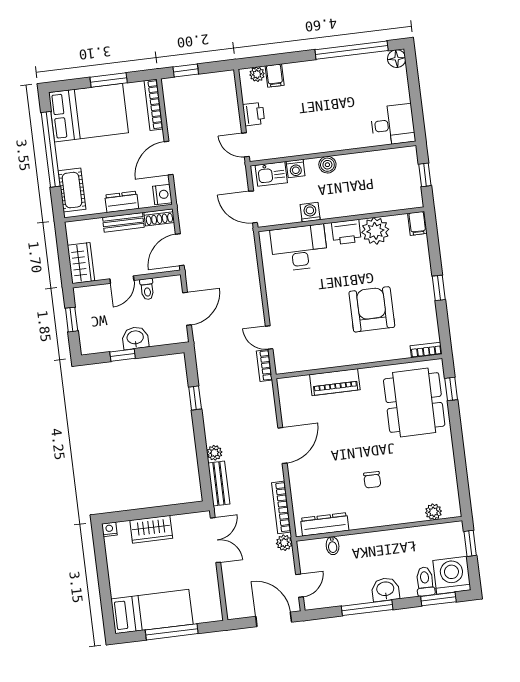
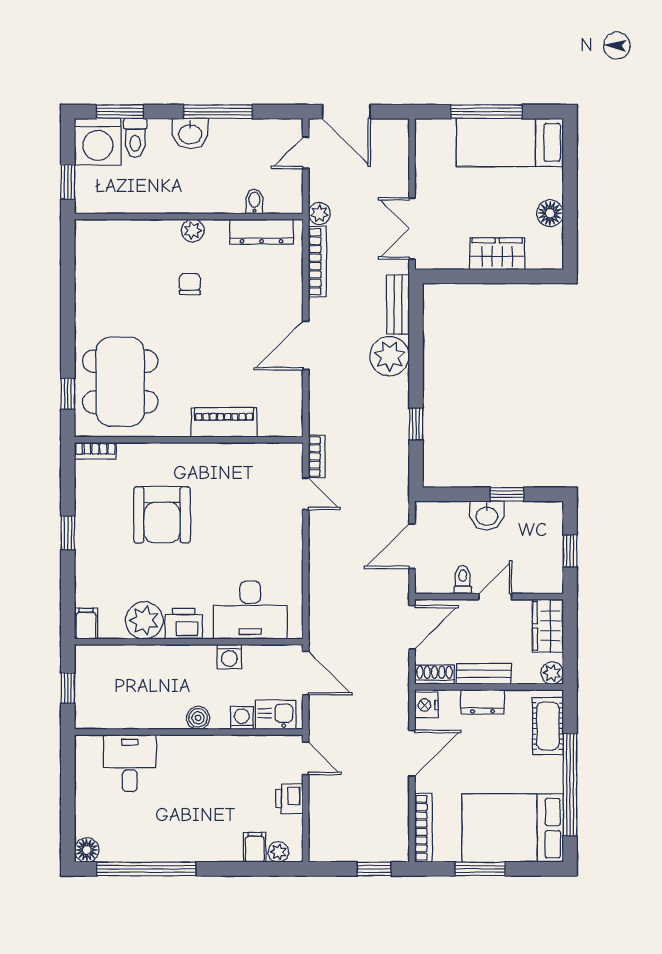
desk: (393, 125) -> (130, 763), moved, turned 90
plant: (74, 229) -> (552, 673), added
plant: (214, 453) -> (390, 356), width x1.88, depth x1.88
plant: (434, 512) -> (193, 231), moved
nightstand: (109, 529) -> (554, 261), removed
floor lamp: (116, 563) -> (550, 213), added

